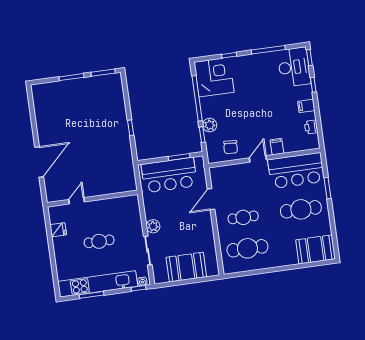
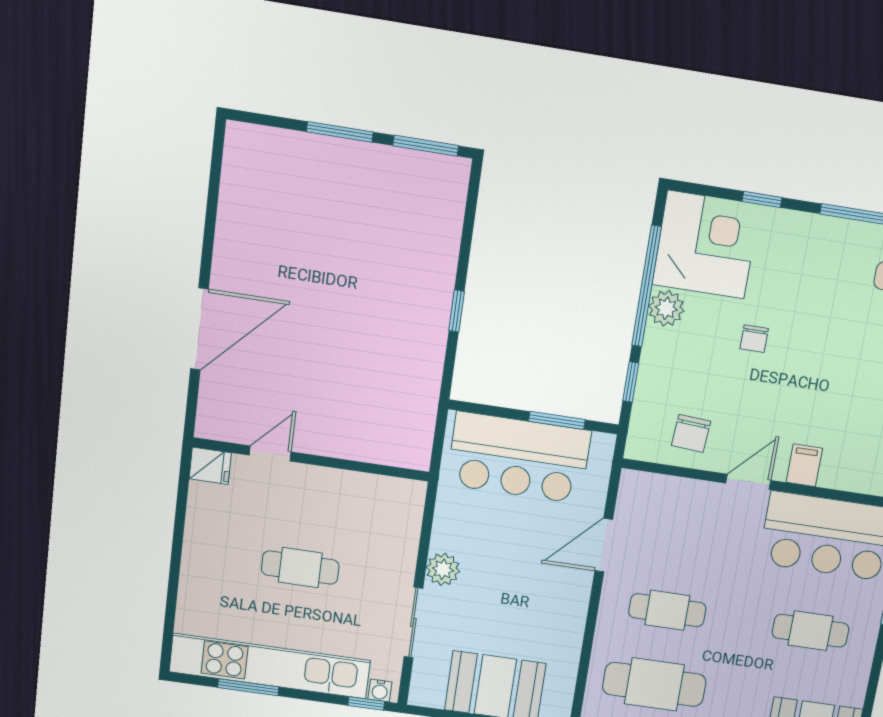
chair: (243, 105) -> (754, 339), added
plant: (210, 125) -> (666, 308), moved
cafe table: (301, 209) -> (811, 631), width x0.73, depth x0.74
fridge: (58, 230) -> (210, 466), moved

